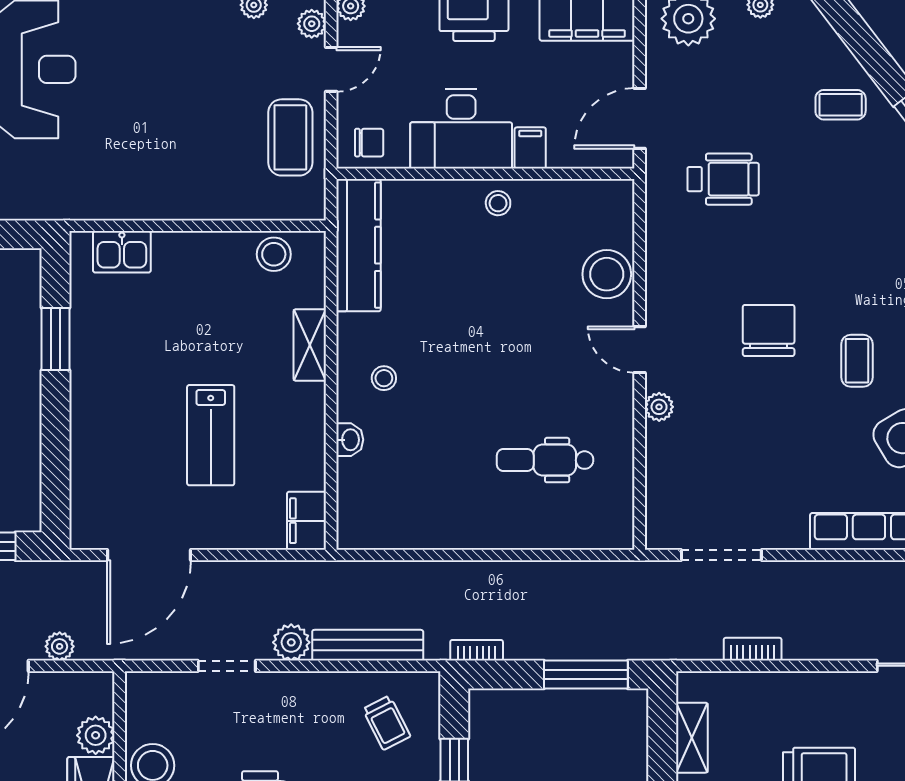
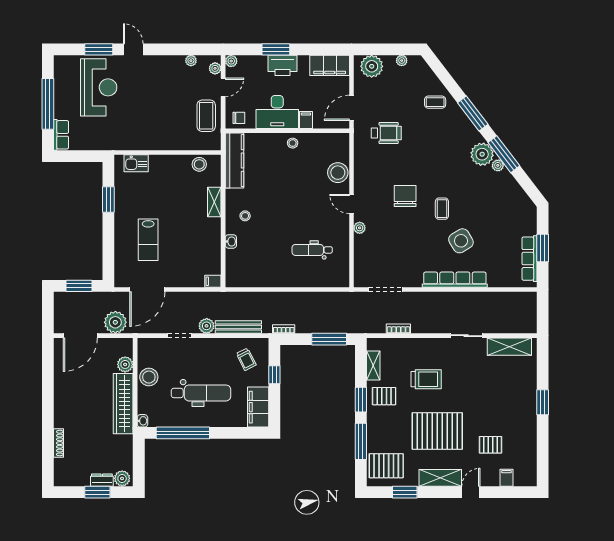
lab bench: (211, 435) -> (148, 240), moved
filing cabinet: (307, 521) -> (213, 281), width x0.50
plant: (60, 646) -> (115, 322), width x1.88, depth x1.88

